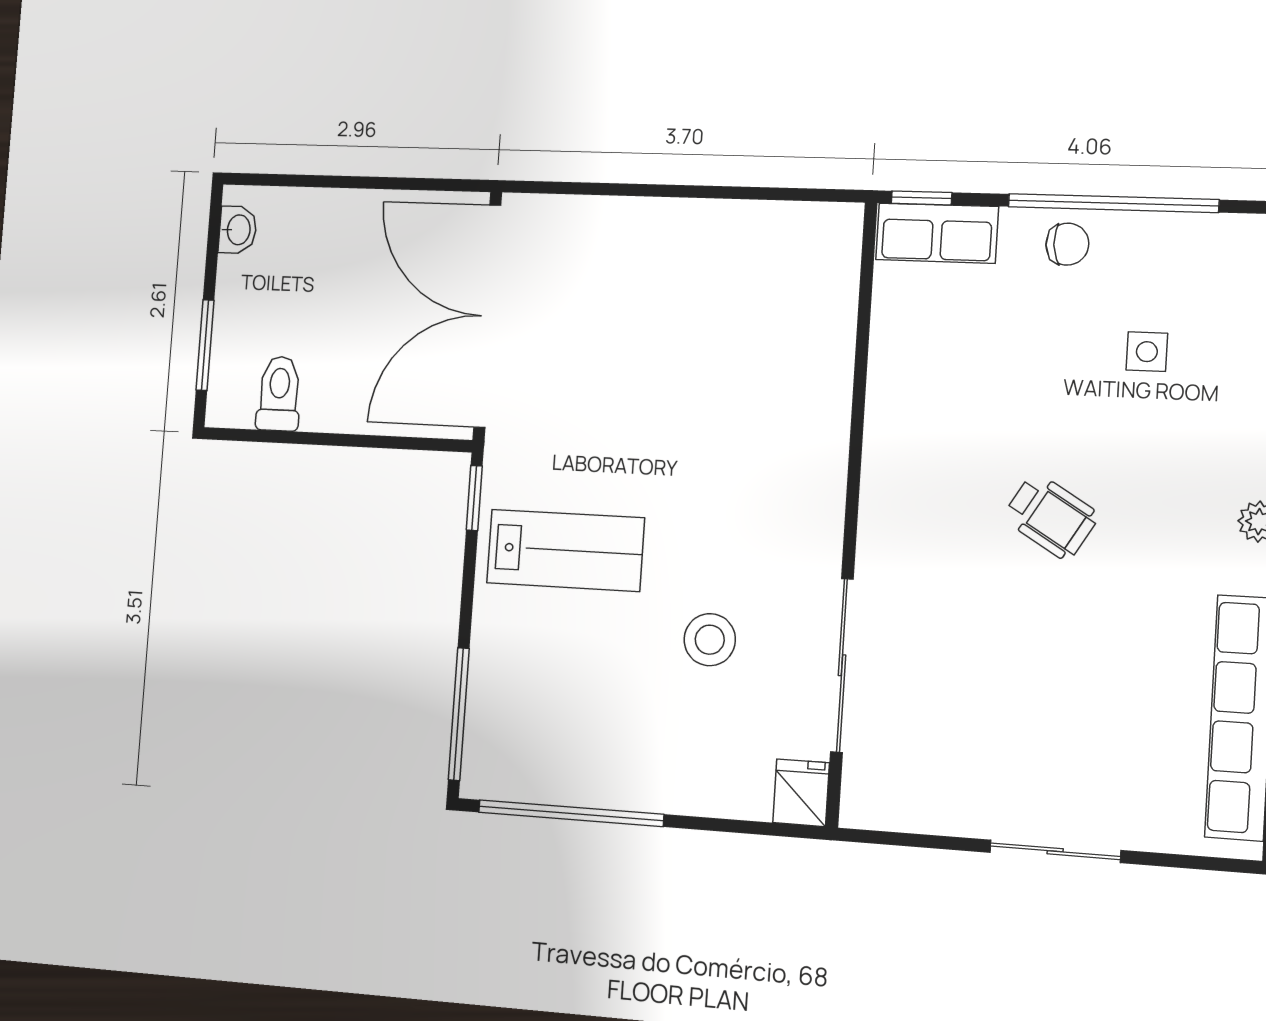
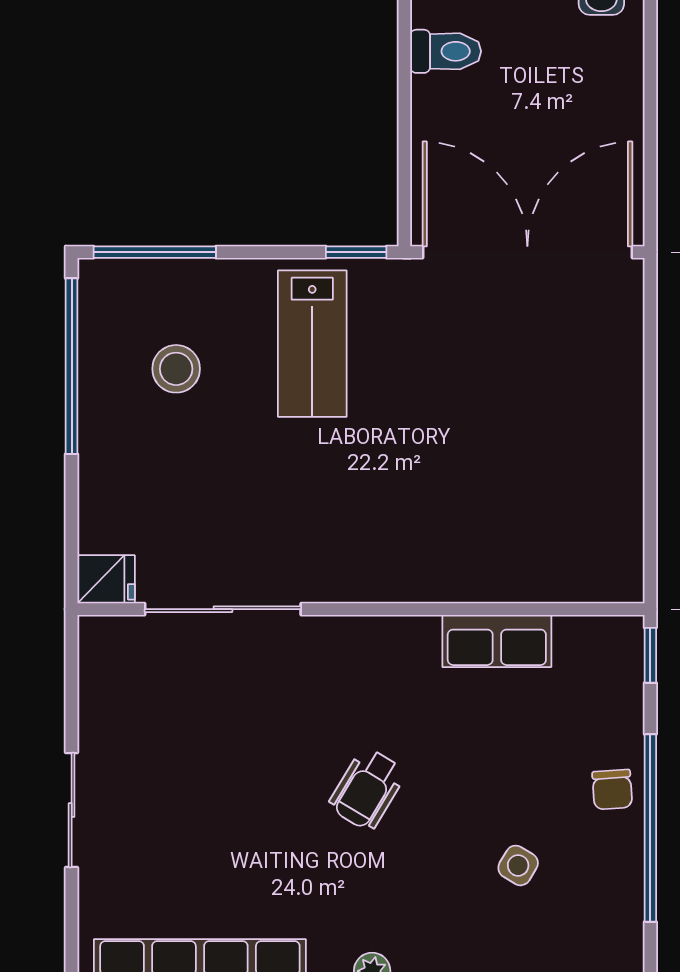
row of seats: (937, 233) -> (497, 641), moved, turned -90
side table: (1147, 352) -> (518, 865), turned 31
stool: (710, 640) -> (176, 369), moved

